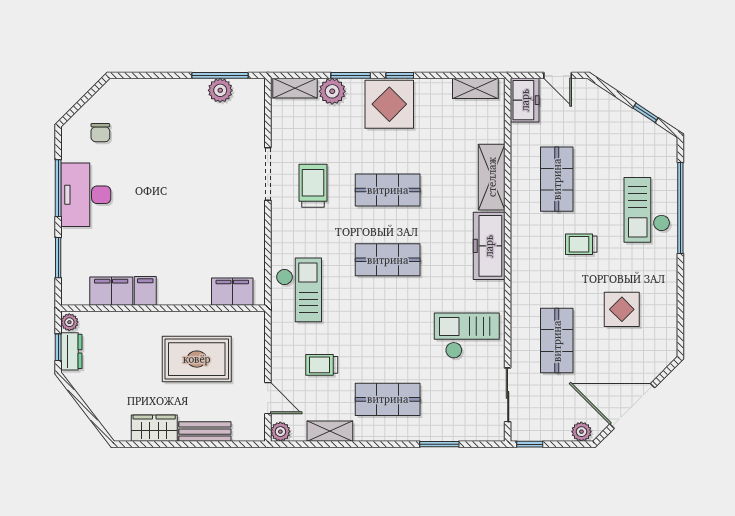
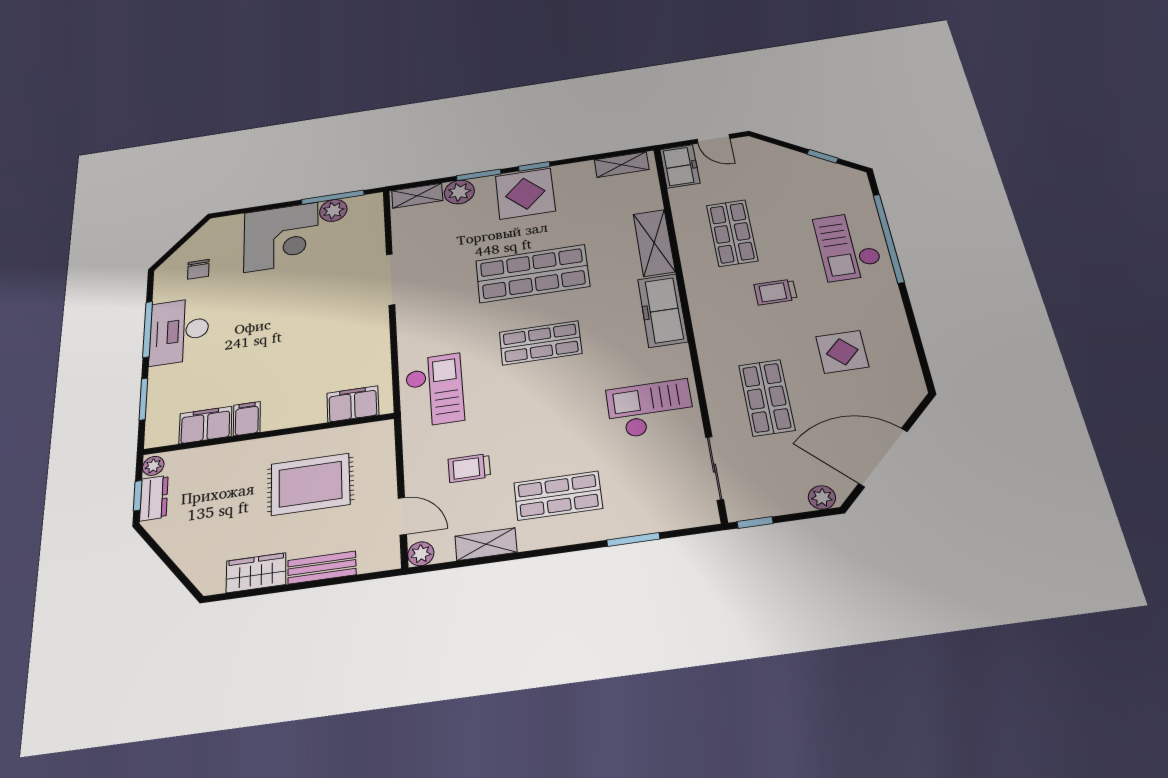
corner desk: (173, 111) -> (281, 237), added
trolley: (313, 186) -> (444, 283), removed
shop shelf: (388, 190) -> (533, 274), width x1.43, depth x1.36

